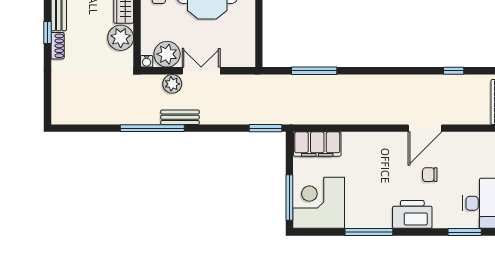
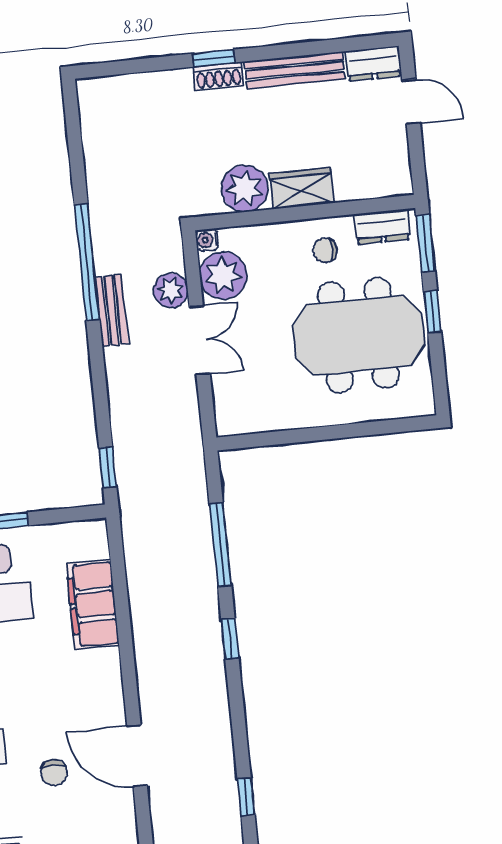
window: (47, 33) -> (214, 58), moved
window: (366, 71) -> (230, 639), added
window: (266, 128) -> (108, 467), width x0.67
filing cabinet: (317, 144) -> (93, 604), moved
chair: (430, 175) -> (54, 773), turned 180

